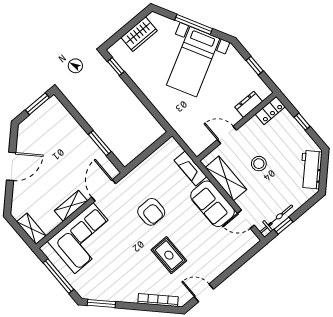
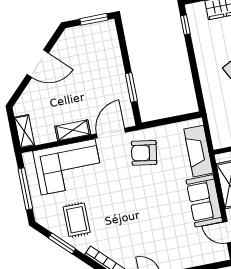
fireplace: (190, 168) -> (198, 151), width x1.37, depth x1.32
armchair: (151, 212) -> (144, 153), moved, turned 99
rug: (169, 255) -> (77, 220), moved
window: (101, 303) -> (62, 243), moved

